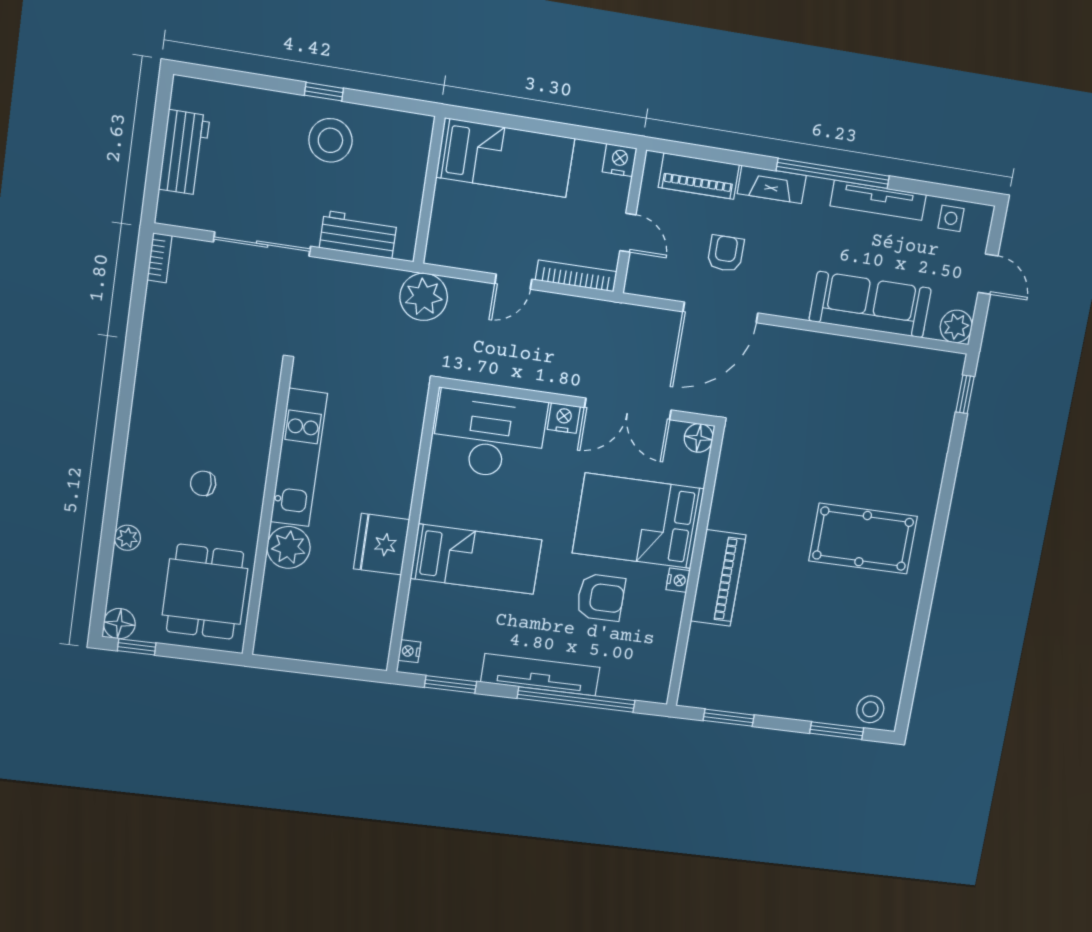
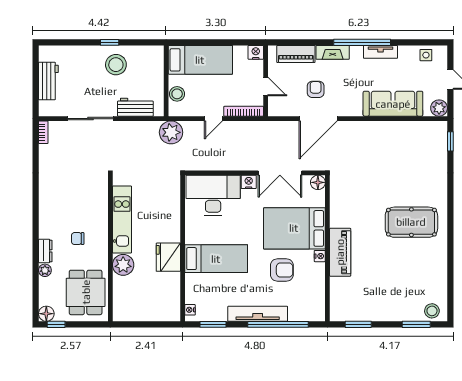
tv unit: (878, 200) -> (380, 52), width x0.71
stool: (447, 220) -> (177, 94), added
dresser: (133, 499) -> (45, 251), added

